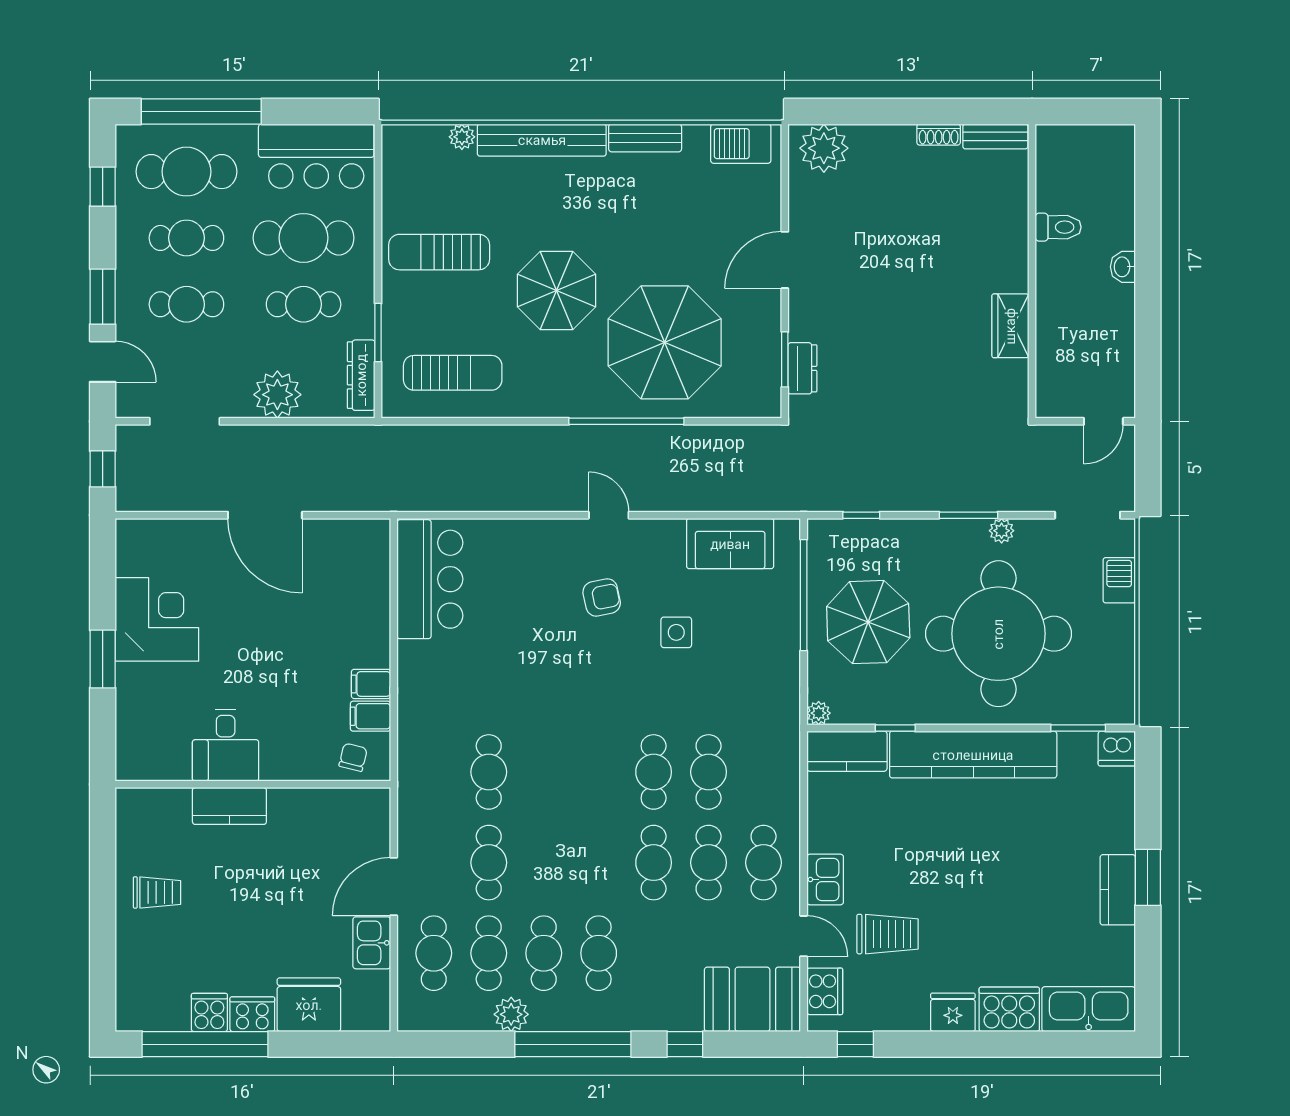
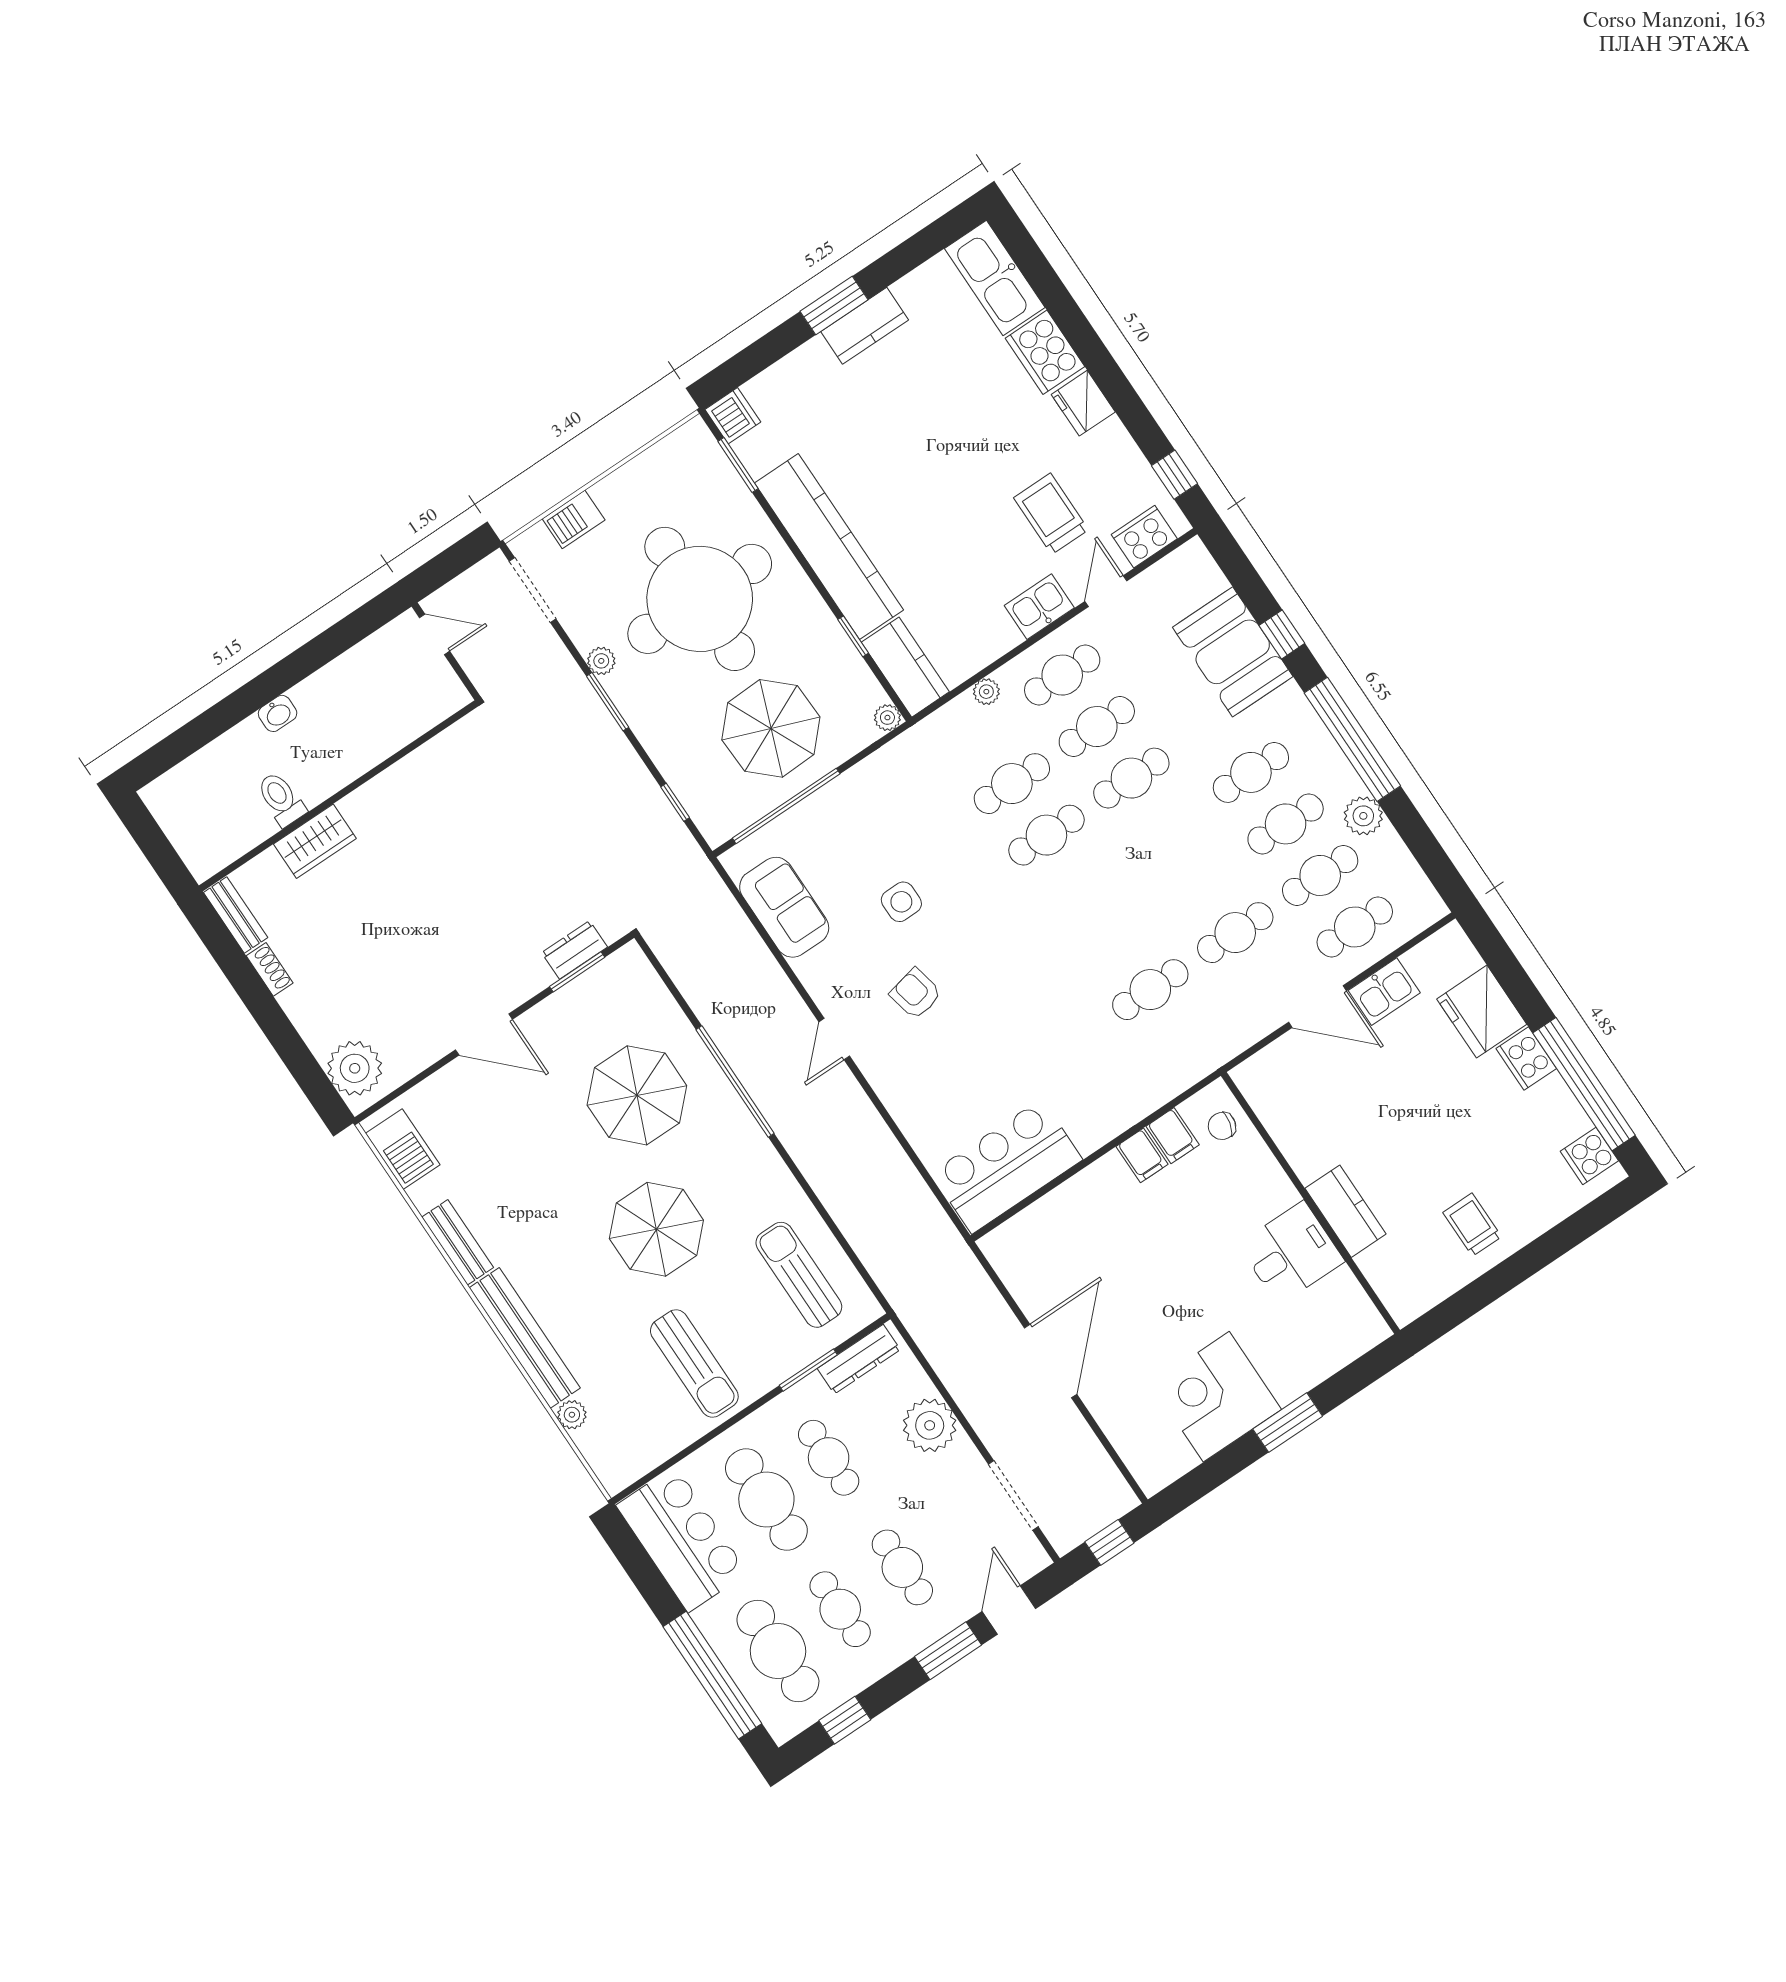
wardrobe: (1010, 326) -> (315, 841), moved
parasol: (665, 342) -> (637, 1095), width x0.73, depth x0.73
plant: (789, 799) -> (986, 692), added
booth: (752, 999) -> (1233, 652), moved
cooker: (209, 1012) -> (1589, 1156), moved

